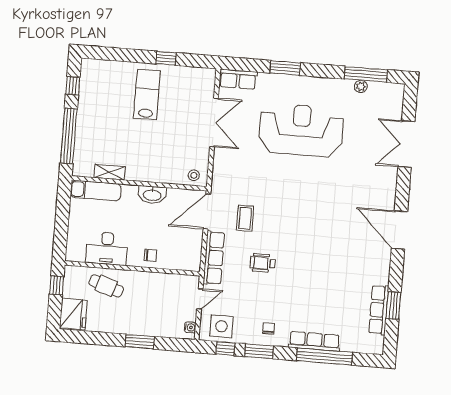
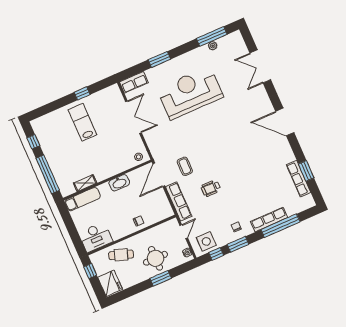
desk: (107, 248) -> (96, 237), moved
round table: (147, 313) -> (156, 258), added

